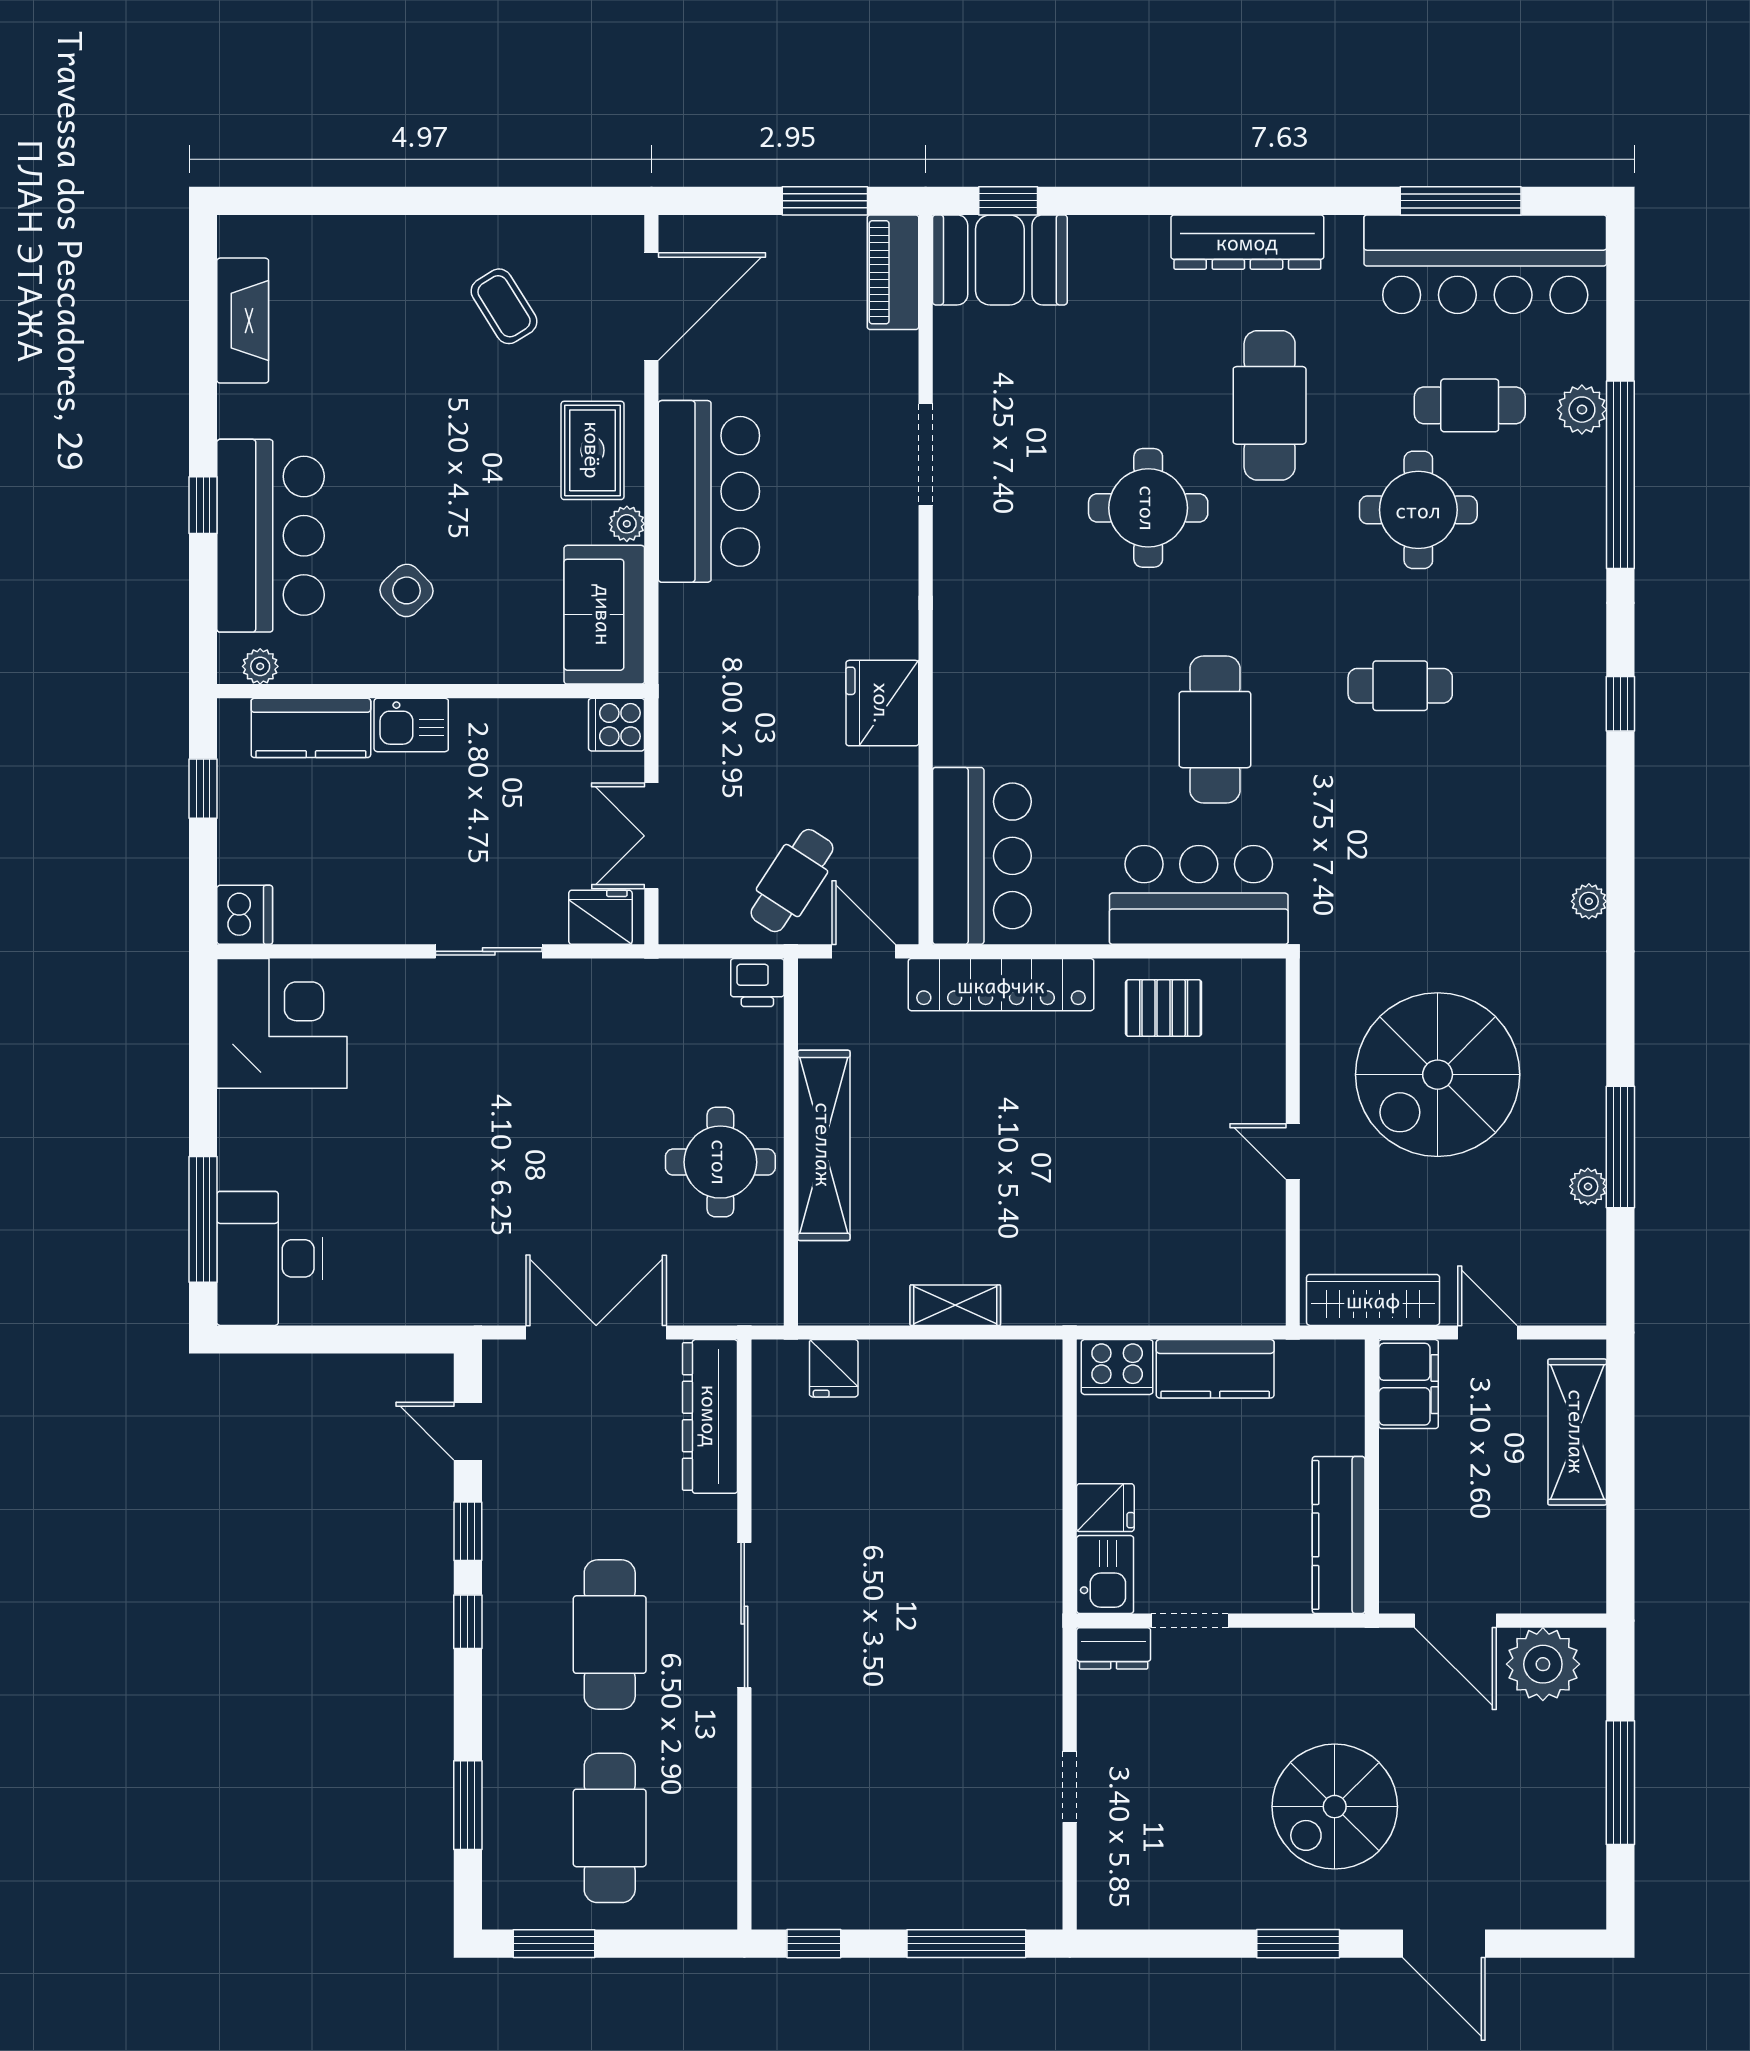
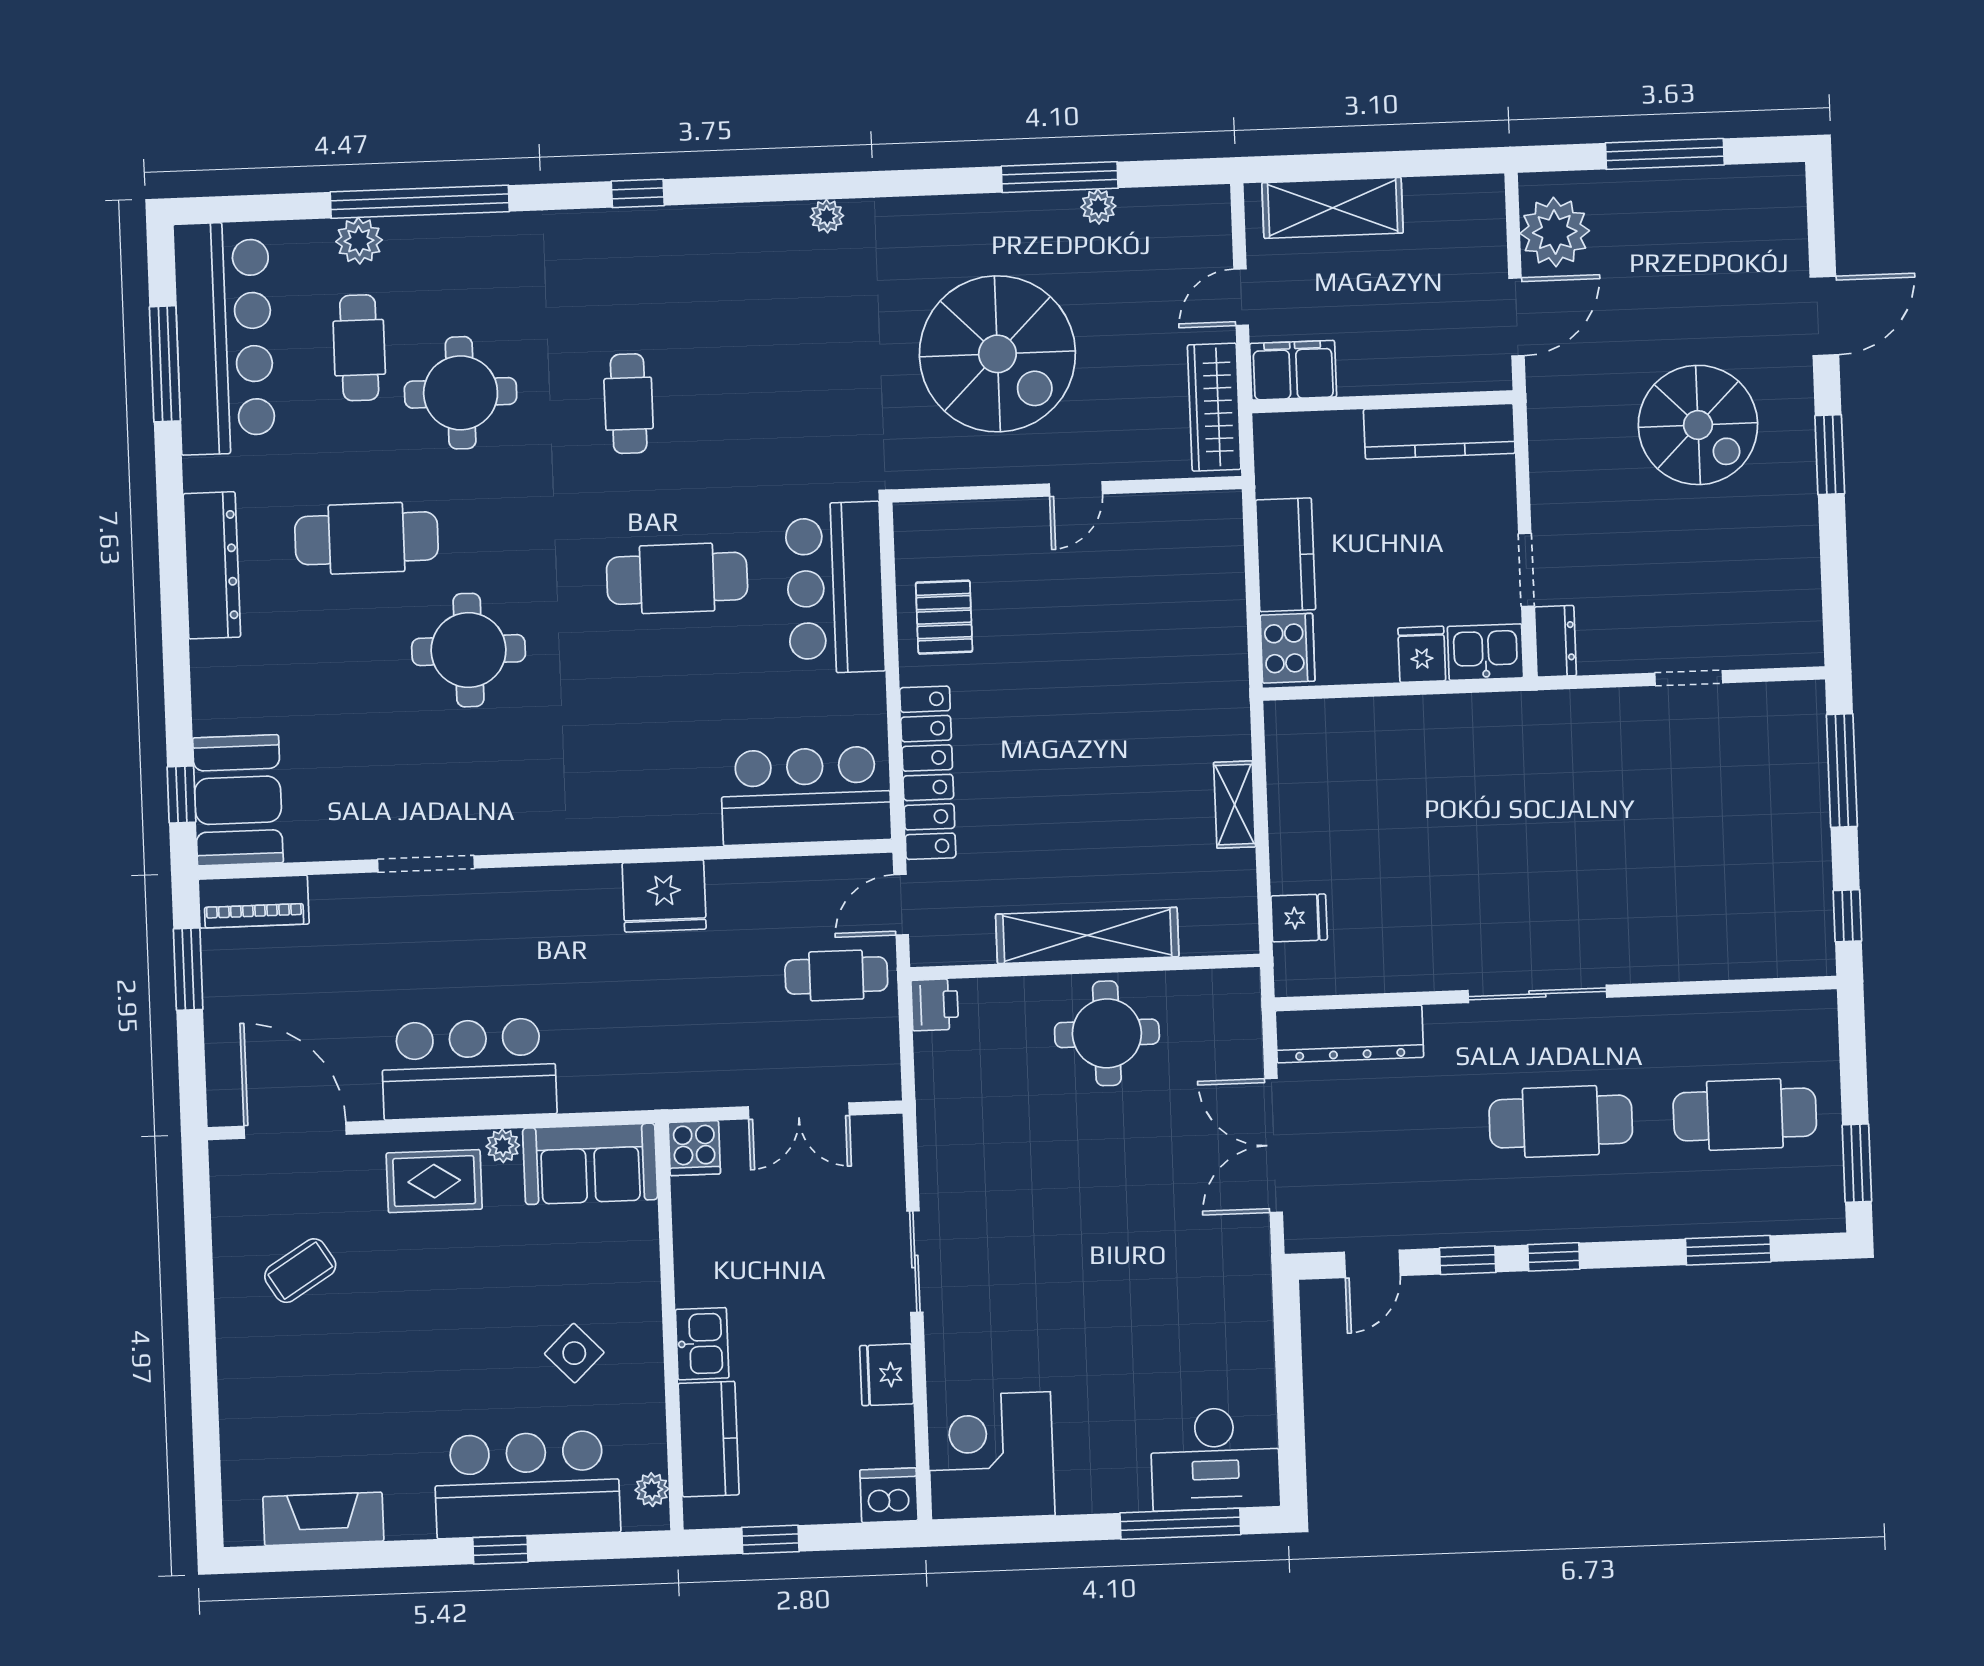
cafe table: (792, 881) -> (836, 975), turned -33
fridge: (600, 917) -> (887, 1375), moved

